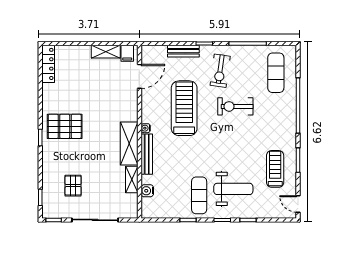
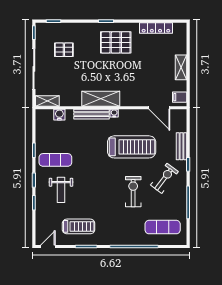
shelving: (106, 52) -> (181, 67), moved
locker: (48, 64) -> (156, 28), moved
exercise bike: (220, 71) -> (164, 178), turned 119
pallet: (65, 126) -> (116, 42), turned 90
shelving: (132, 180) -> (47, 101), moved
weight bench: (233, 189) -> (61, 190), width x0.73, depth x0.75

